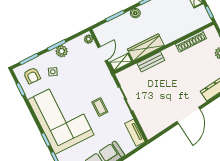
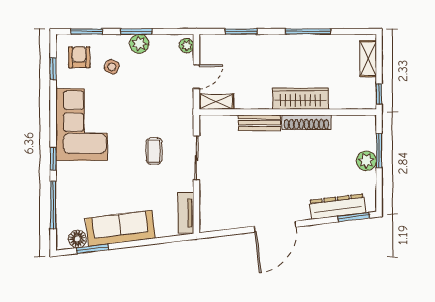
boiler: (135, 13) -> (272, 42), removed
shoe rack: (191, 41) -> (306, 122), moved
wardrobe: (146, 47) -> (300, 99), moved
armchair: (32, 76) -> (79, 57), turned 180
corner sofa: (61, 117) -> (82, 125), width x0.73, depth x0.74

